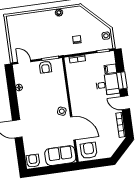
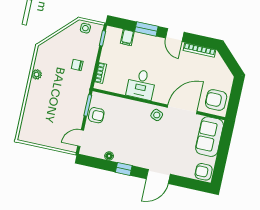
desk: (107, 85) -> (141, 84), moved, turned 180
window: (14, 102) -> (124, 169), added
door: (125, 103) -> (175, 35), hinge flipped

